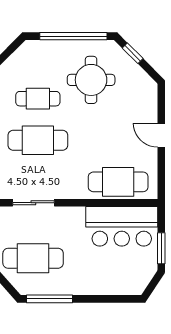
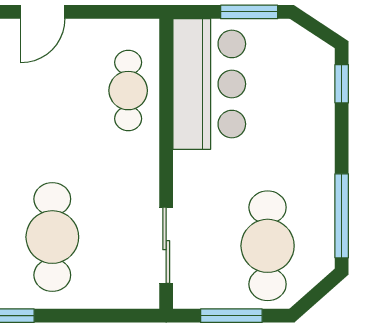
cafe table: (118, 182) -> (128, 91), width x0.73, depth x0.74
window: (122, 299) -> (342, 84), added

